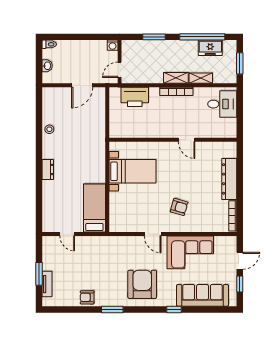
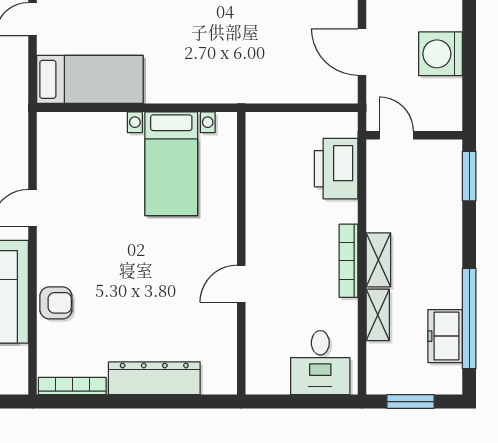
window: (154, 37) -> (469, 176), moved
washing machine: (113, 45) -> (440, 54), moved, width x1.89, depth x1.89
armchair: (179, 207) -> (56, 303), moved, turned -106

